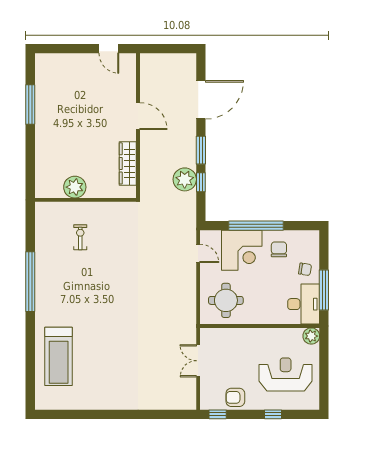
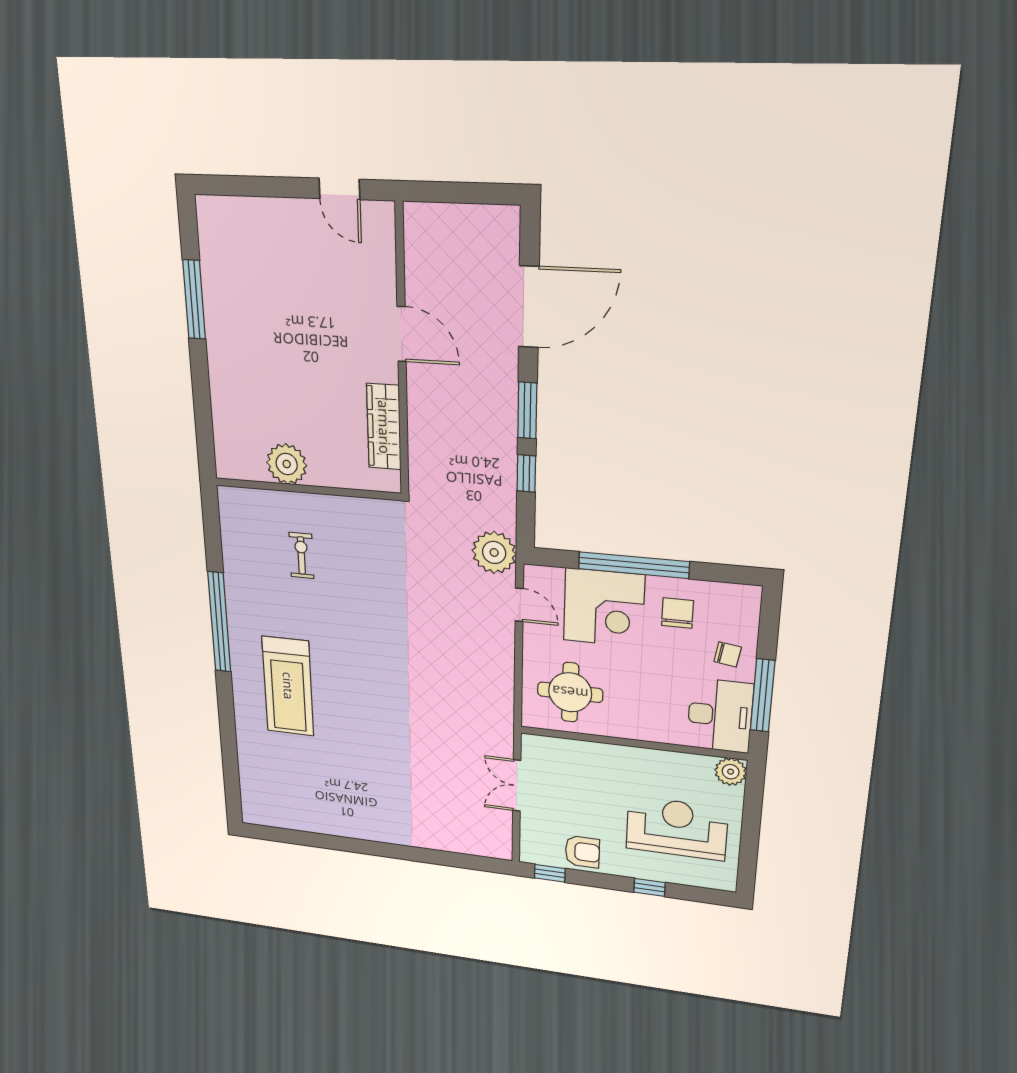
plant: (185, 179) -> (494, 552), moved
treadmill: (59, 356) -> (288, 686), moved
armchair: (235, 397) -> (582, 852), turned 180

